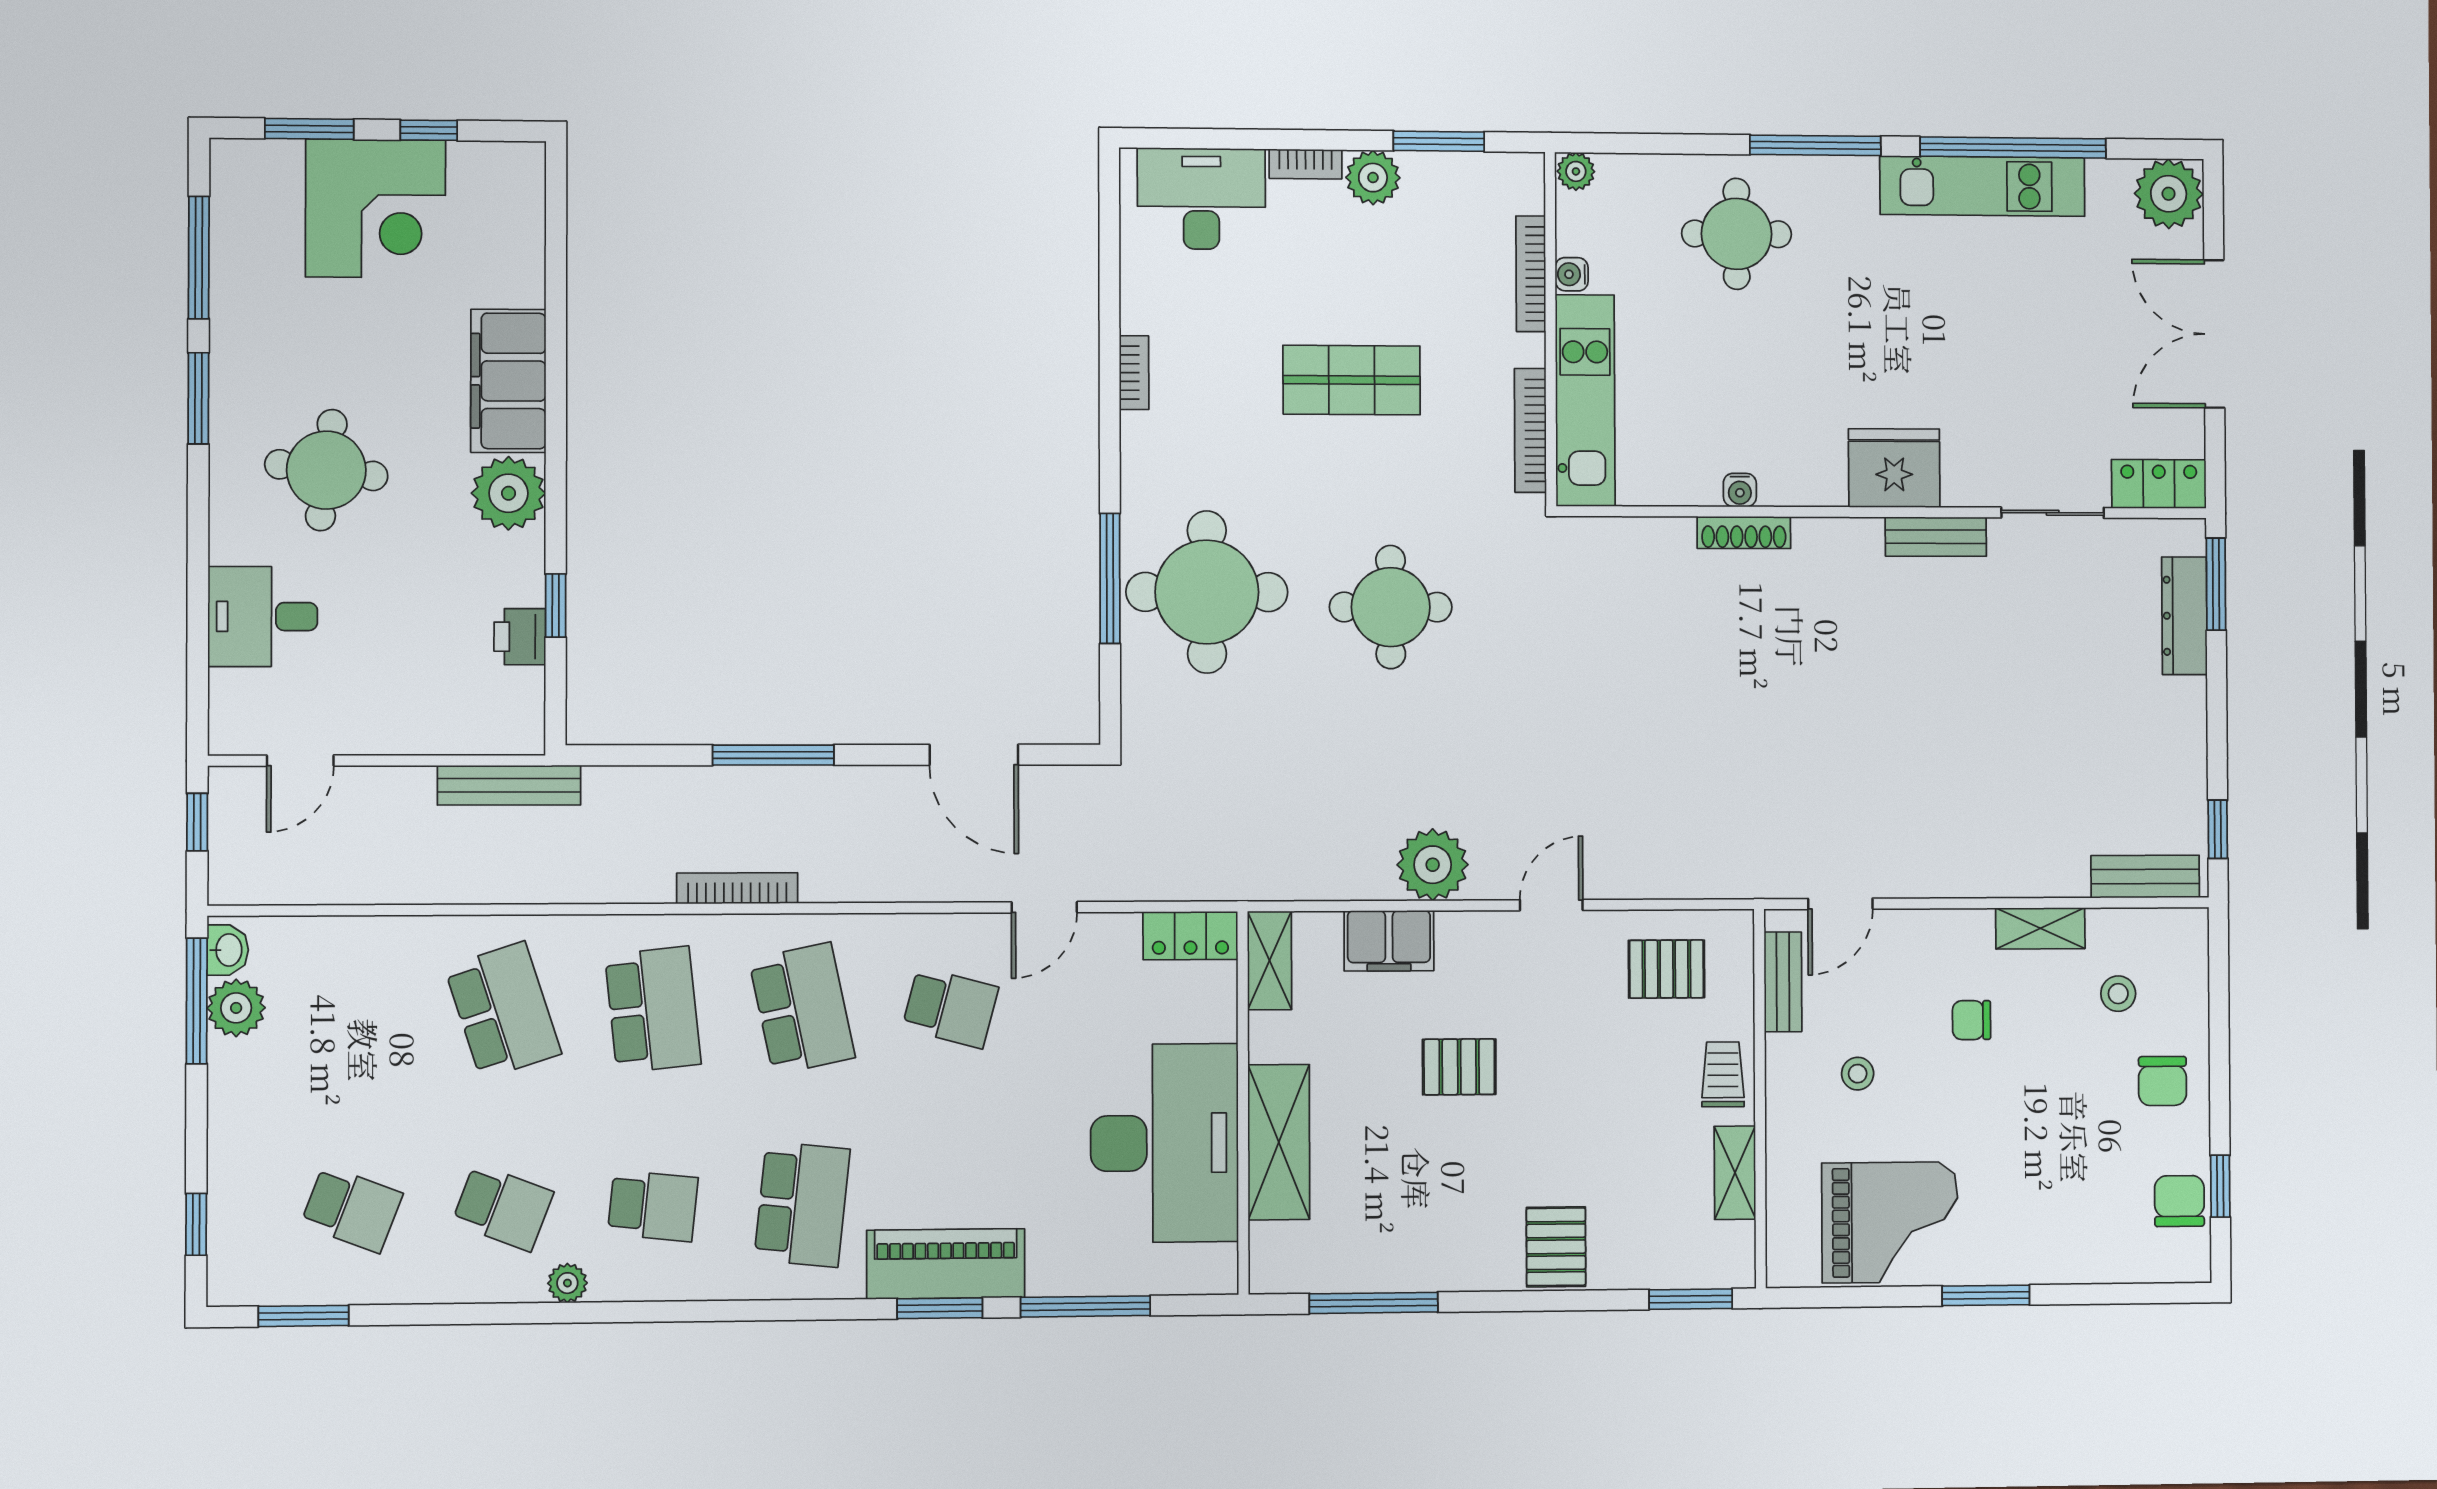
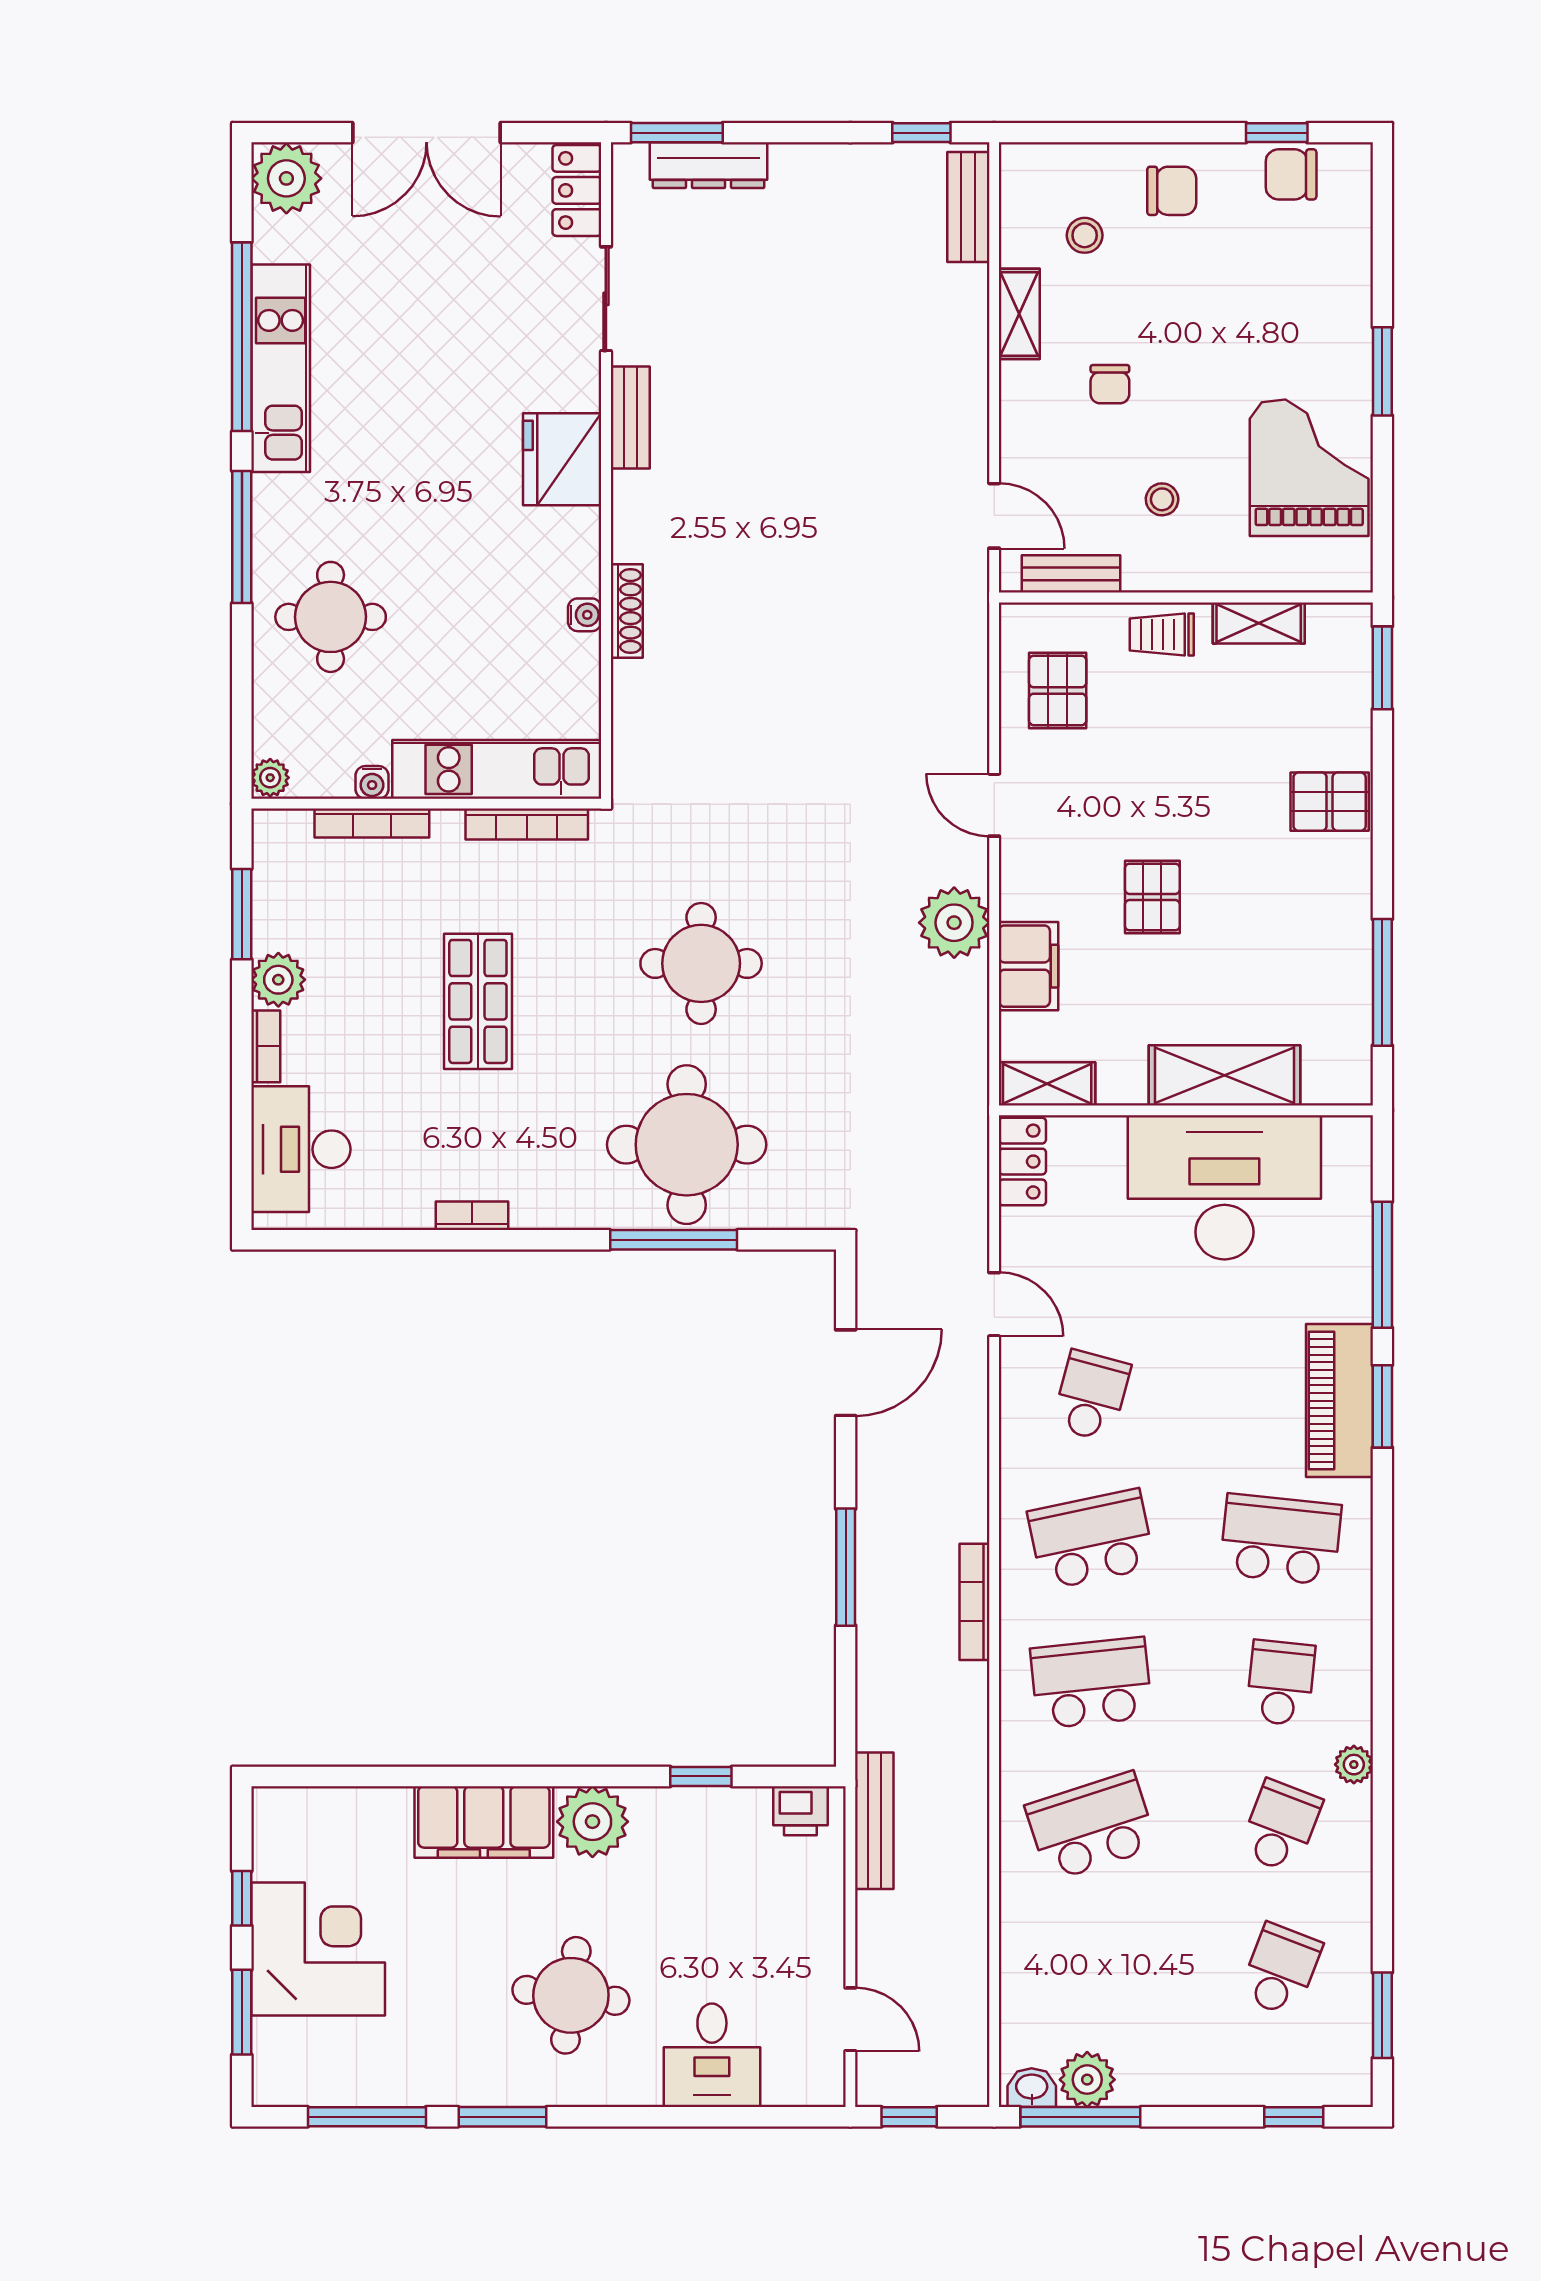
printer: (520, 637) -> (800, 1811), moved

